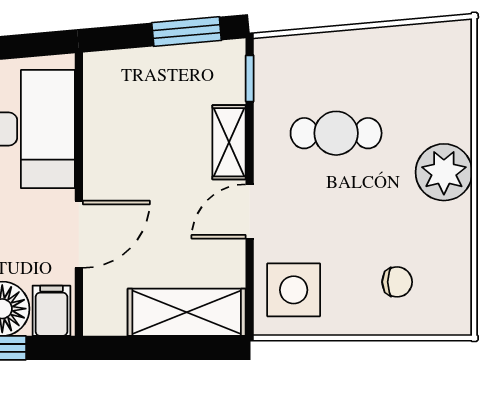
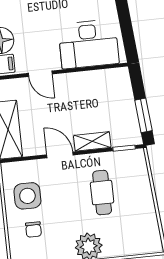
door: (79, 234) -> (40, 74), width x0.73
side table: (294, 290) -> (27, 196), moved

